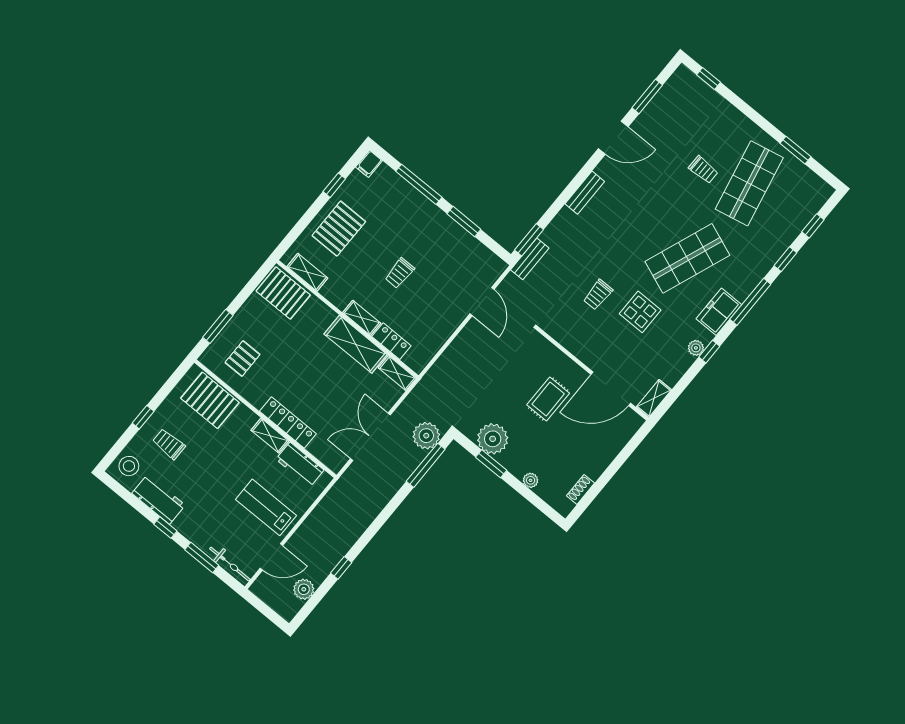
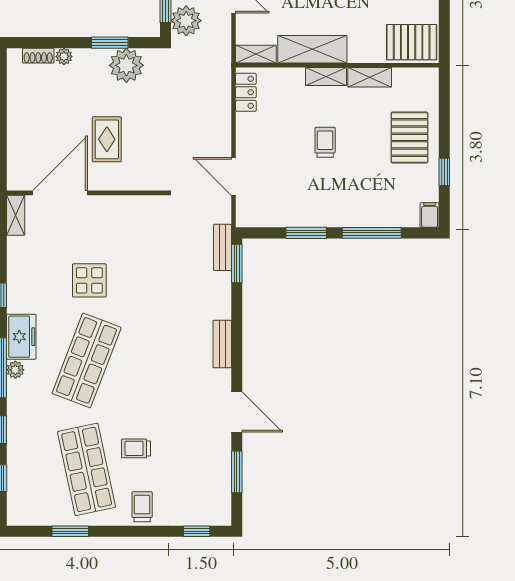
door: (613, 138) -> (237, 412), swing flipped
shelving: (307, 272) -> (370, 77), moved
trolley: (598, 295) -> (142, 507), moved
locker: (391, 341) -> (246, 92), moved, turned -90
plant: (696, 348) -> (15, 370), moved
shoe rack: (581, 489) -> (38, 56), moved, turned 90

